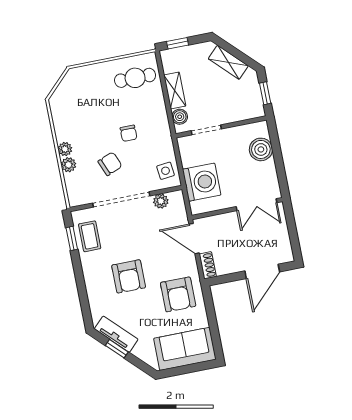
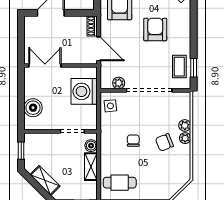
chair: (110, 164) -> (164, 142), moved

